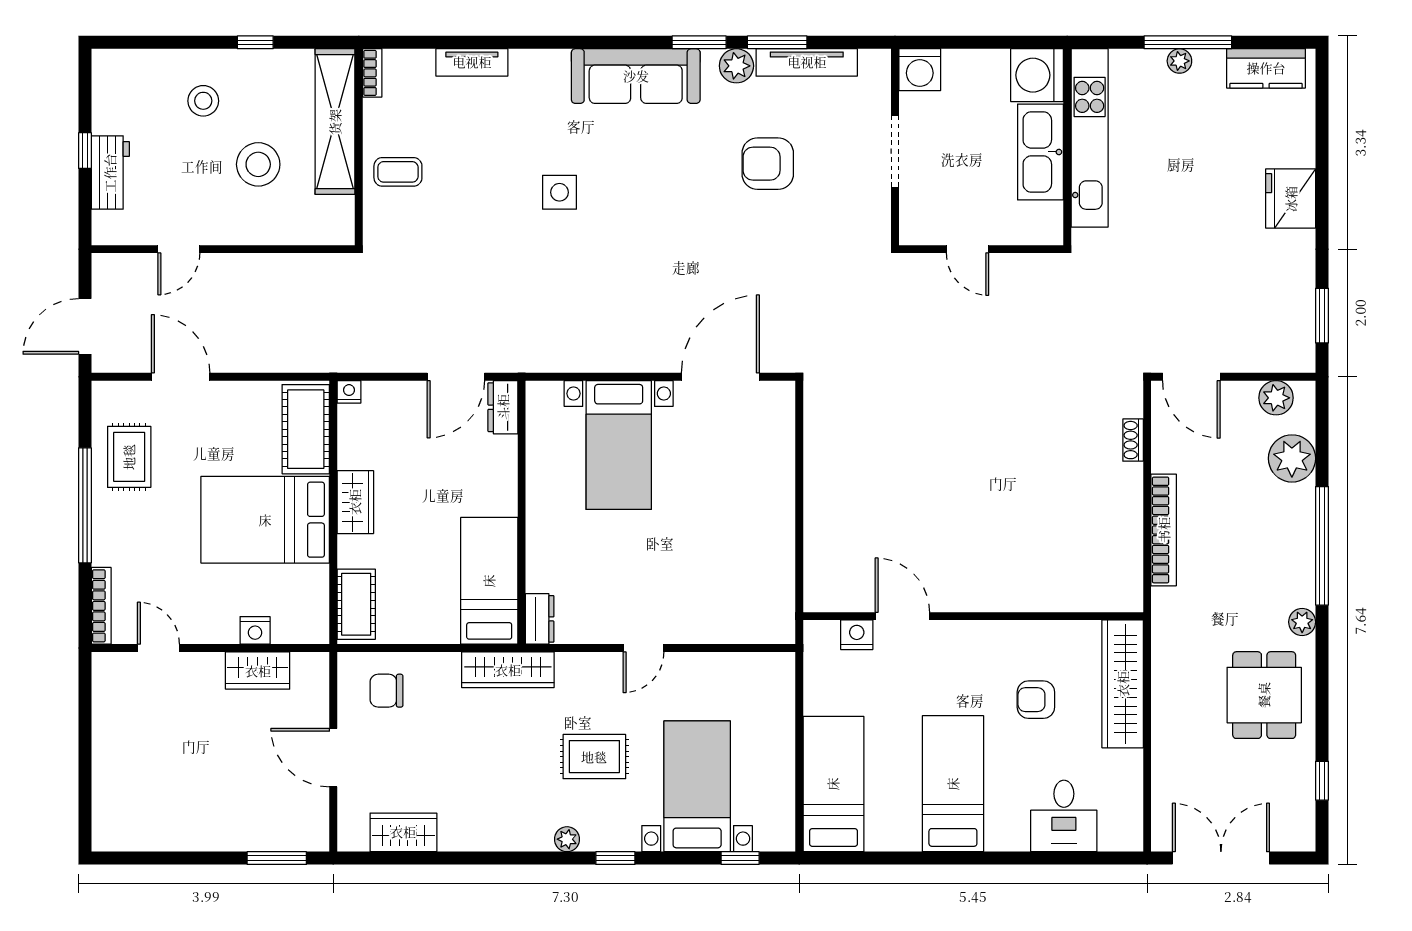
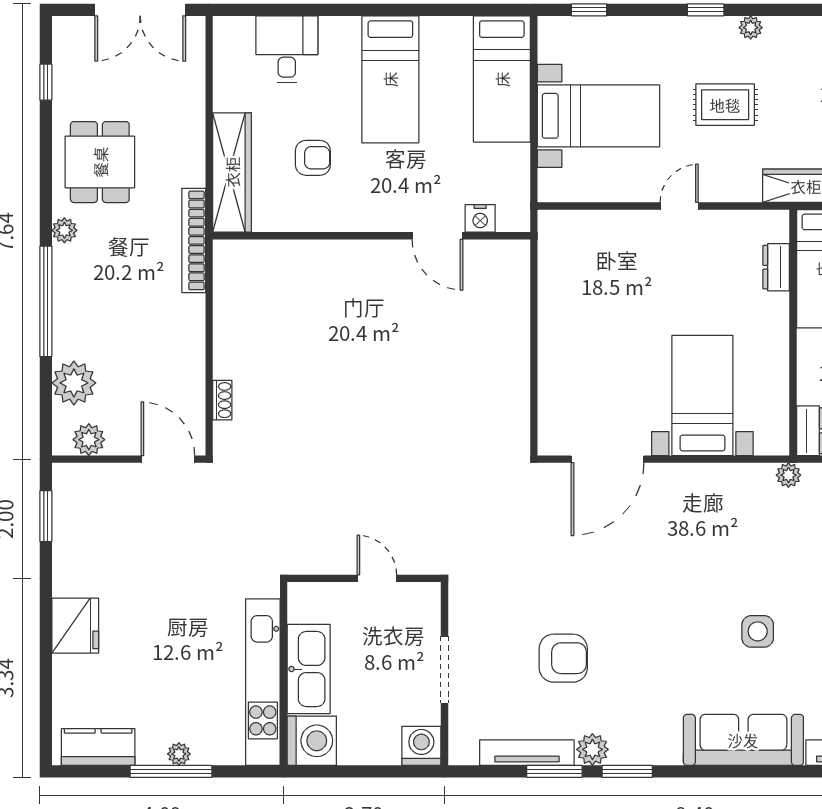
sofa: (636, 76) -> (743, 740), moved
plant: (526, 360) -> (788, 475), added
bookcase: (1164, 530) -> (194, 240), moved
dresser: (540, 619) -> (776, 267), moved
bed with nightstands: (697, 786) -> (598, 116), moved, turned -90

